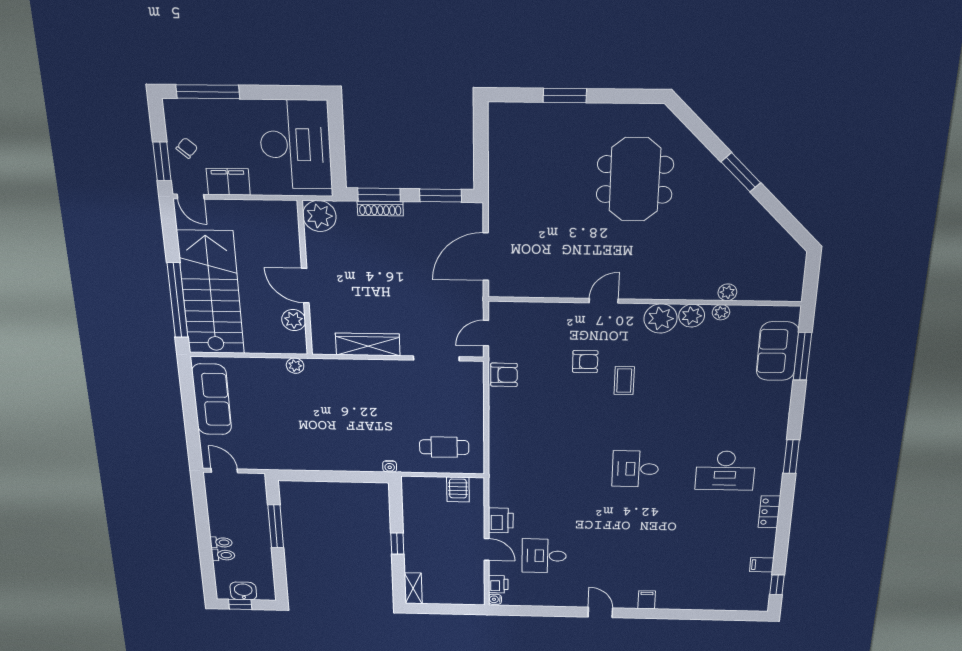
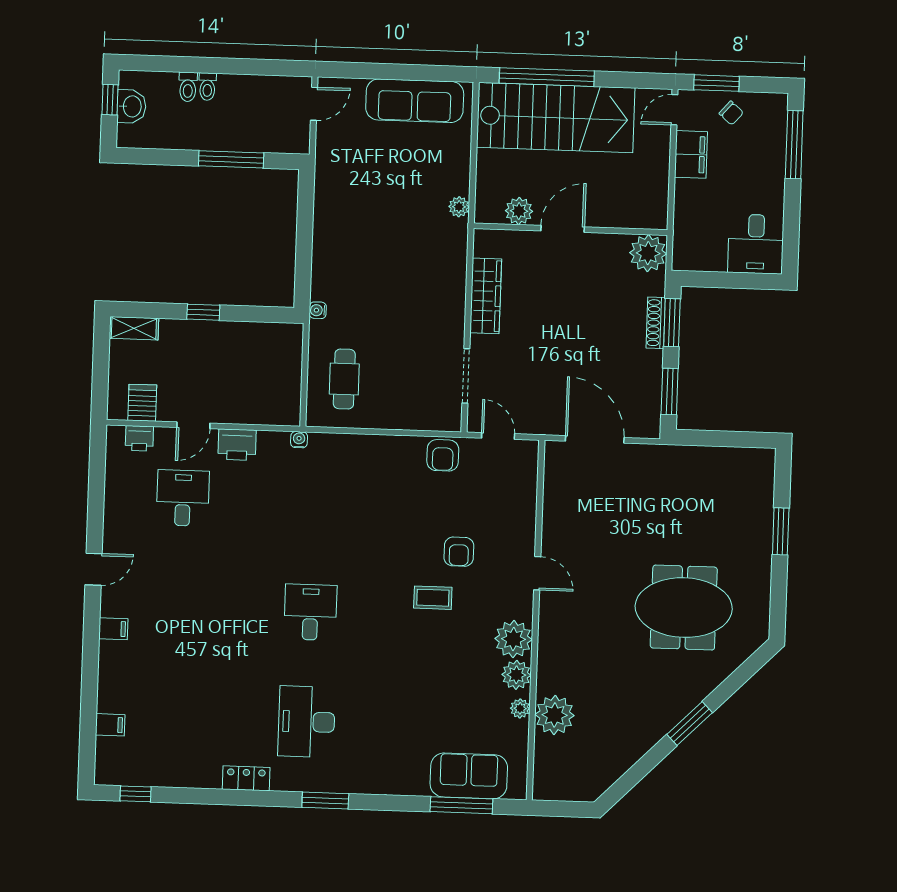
desk: (295, 145) -> (756, 244), width x0.53, depth x0.77
plant: (727, 292) -> (555, 715), width x1.87, depth x1.87
server rack: (458, 490) -> (142, 403), moved, turned 90
filing cabinet: (762, 565) -> (110, 725), moved, turned 90
water cooler: (495, 599) -> (299, 440), moved

